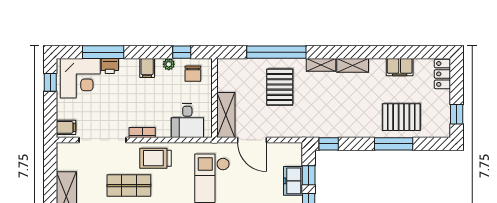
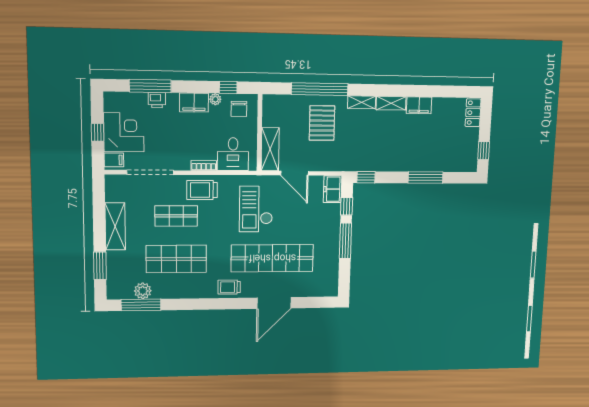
filing cabinet: (400, 67) -> (419, 105), moved
filing cabinet: (147, 68) -> (194, 103), width x2.00
corner desk: (80, 78) -> (124, 132), moved, turned -90
window: (50, 82) -> (98, 132), moved
pallet: (401, 117) -> (434, 153), removed
bookcase: (142, 132) -> (204, 165), moved
freezer: (293, 181) -> (333, 189), moved

